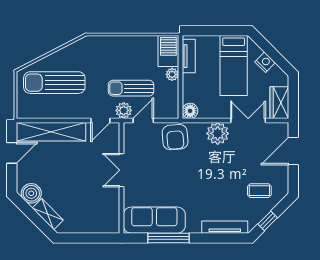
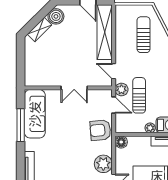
sun lounger: (54, 83) -> (144, 35), width x0.73, depth x0.75
double door: (122, 170) -> (74, 88), swing flipped

